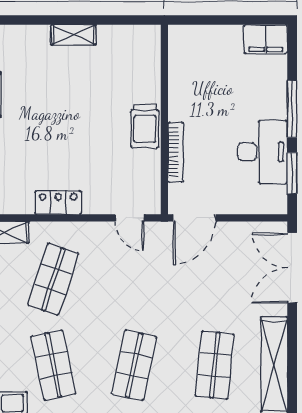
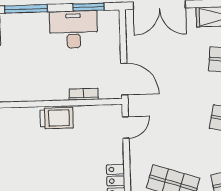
window: (292, 109) -> (26, 9), moved
bookcase: (176, 152) -> (84, 94), width x0.64

